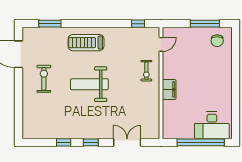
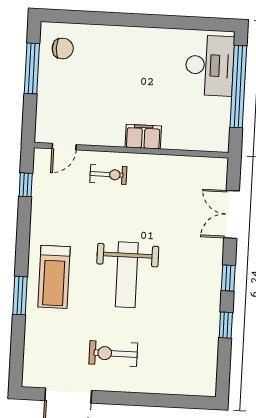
window: (50, 24) -> (20, 296), moved
door: (161, 44) -> (64, 147), swing flipped

